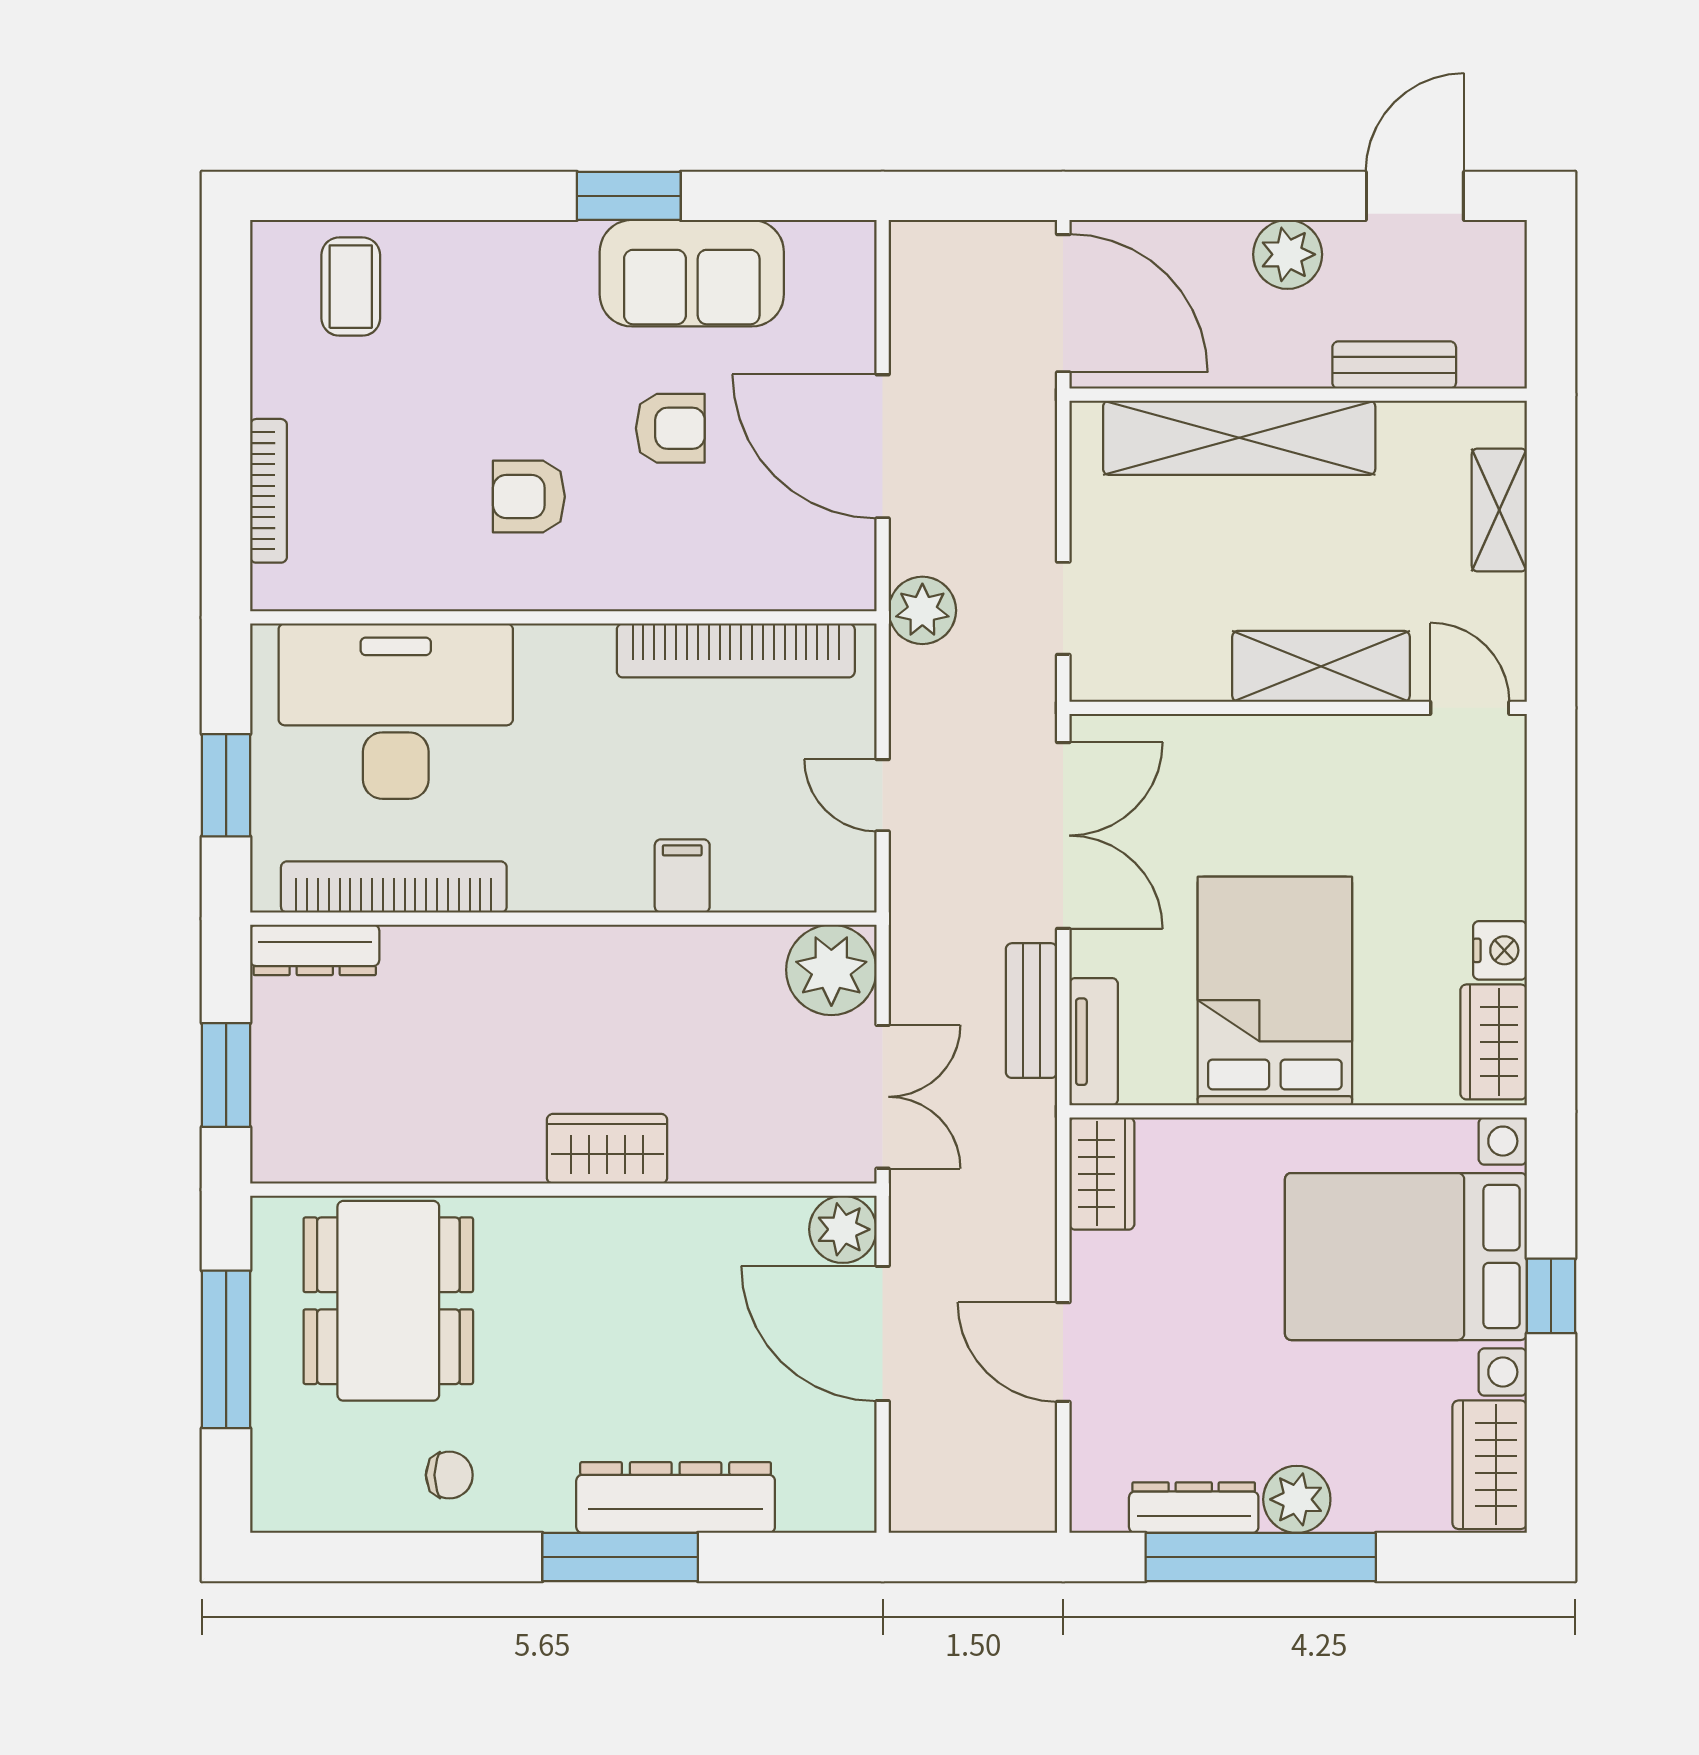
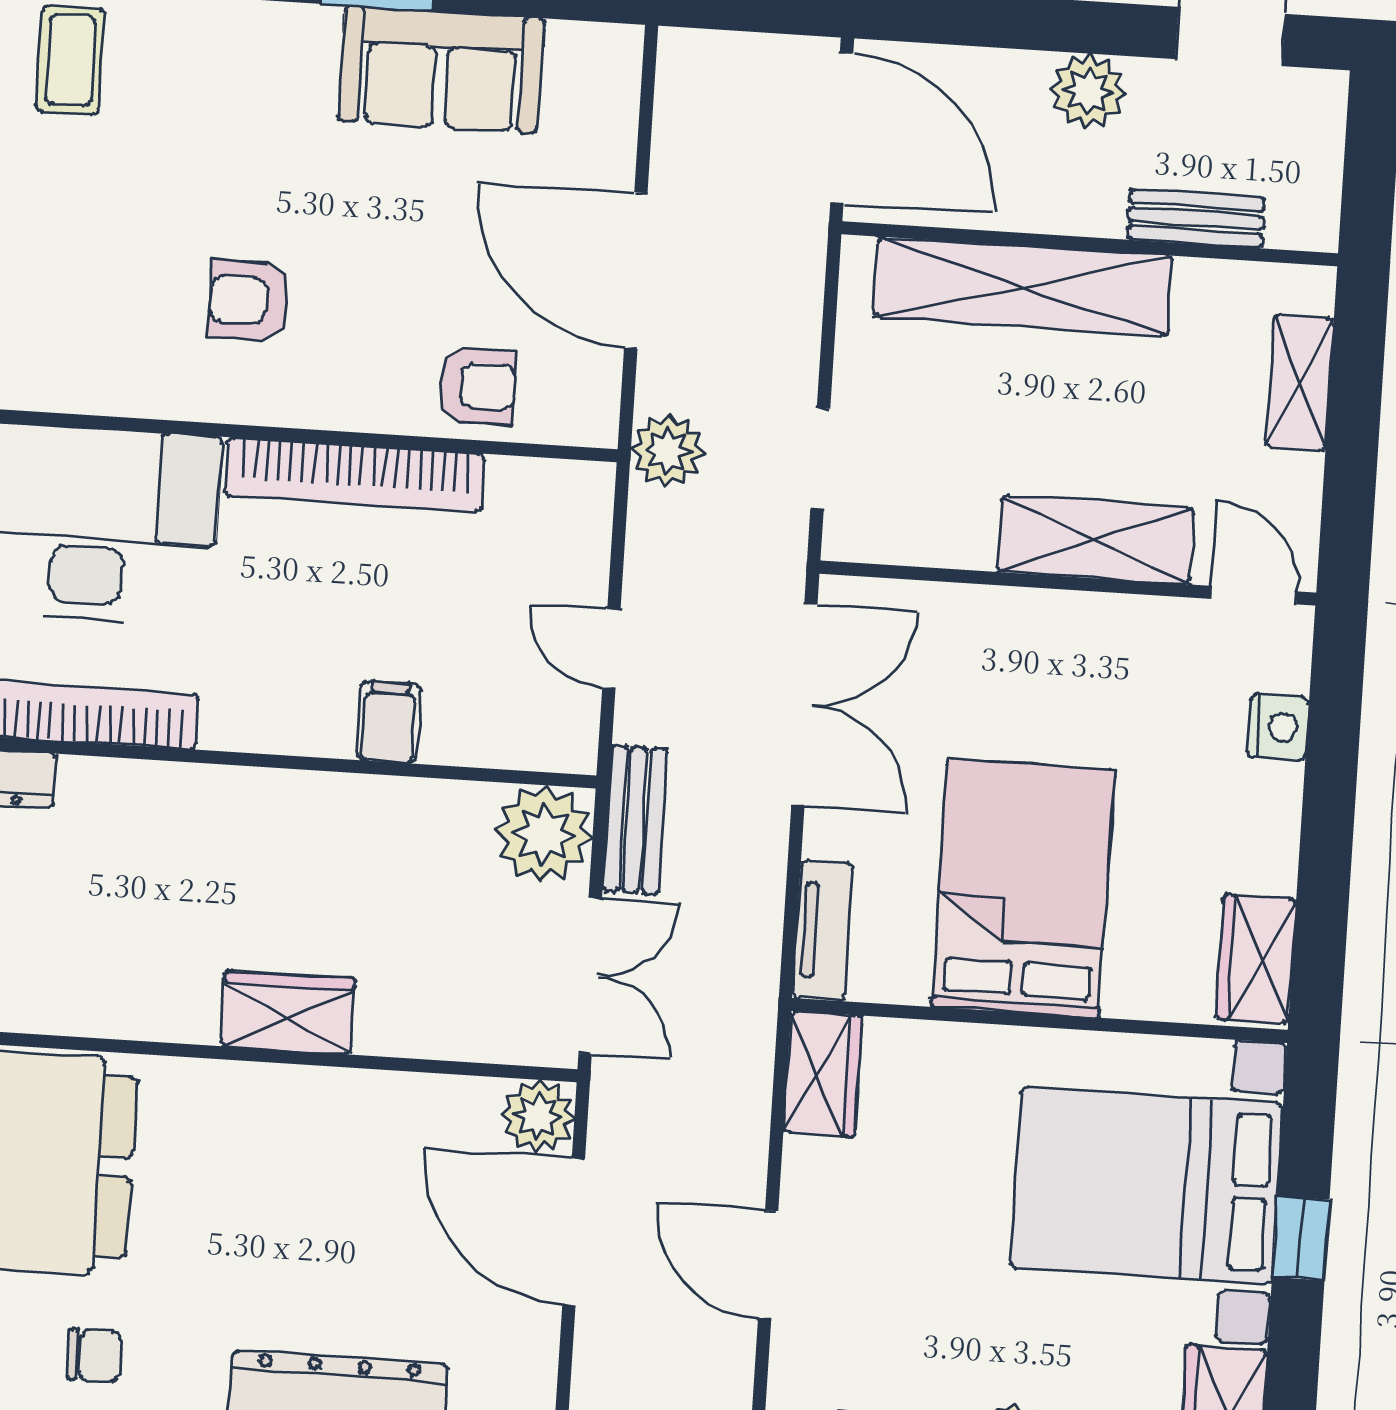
armchair: (670, 428) -> (477, 386), moved
bookcase: (736, 650) -> (355, 475), moved
nightstand: (1500, 950) -> (1278, 727), moved
bench: (1032, 1011) -> (635, 820), moved

